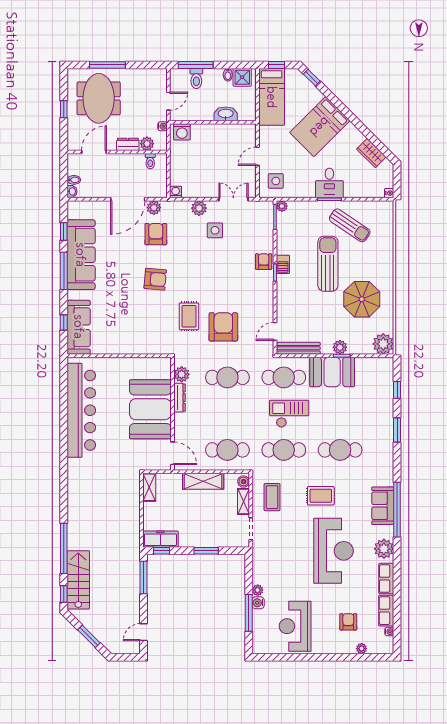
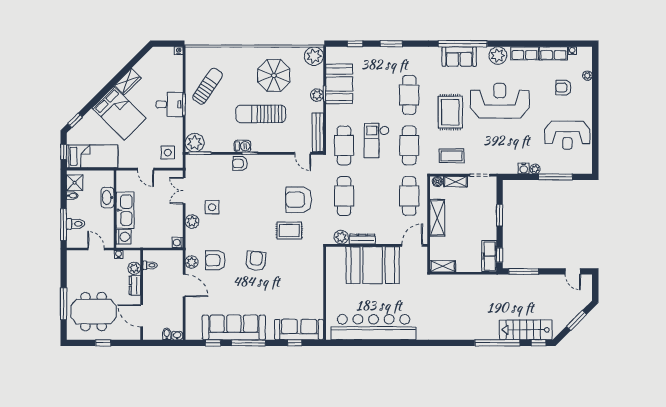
kitchen sink: (212, 133) -> (125, 210), added
wardrobe: (371, 153) -> (128, 82), moved
door: (128, 199) -> (184, 285), width x0.73
plant: (282, 206) -> (195, 143), width x1.88, depth x1.88
sun lounger: (328, 264) -> (261, 114), moved
booth: (332, 372) -> (339, 84), moved
rug: (321, 496) -> (450, 112), width x1.36, depth x1.43
water cooler: (258, 603) -> (524, 168), moved

